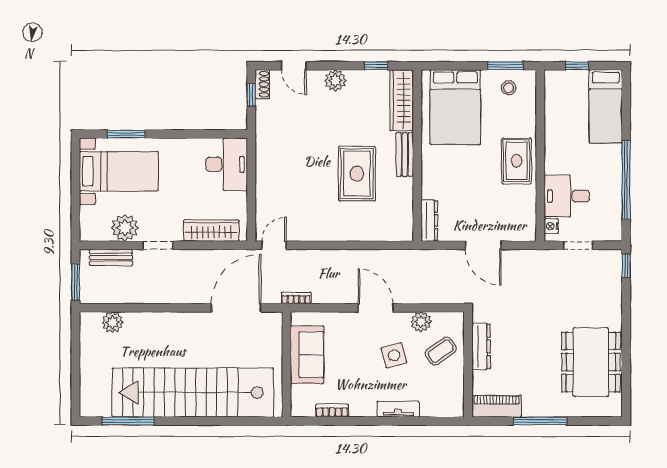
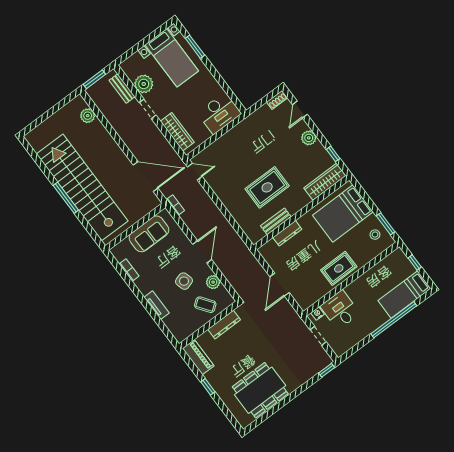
window: (251, 95) -> (267, 98), removed
bench: (405, 155) -> (276, 221), moved
window: (626, 180) -> (394, 320), moved
dresser: (429, 221) -> (287, 233), moved
window: (128, 421) -> (66, 198), moved
window: (540, 421) -> (208, 387), width x0.46

